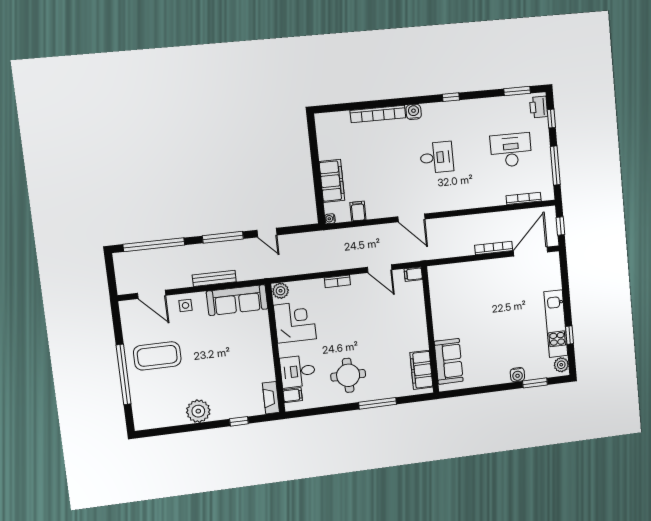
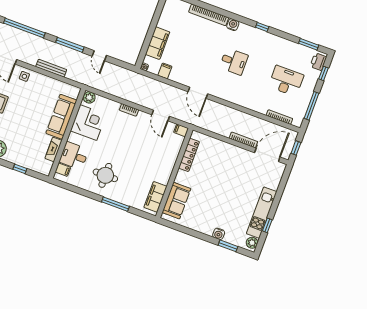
locker: (437, 299) -> (189, 155), added
sofa: (237, 300) -> (61, 117), moved, turned 90
fireplace: (271, 398) -> (53, 149), moved

